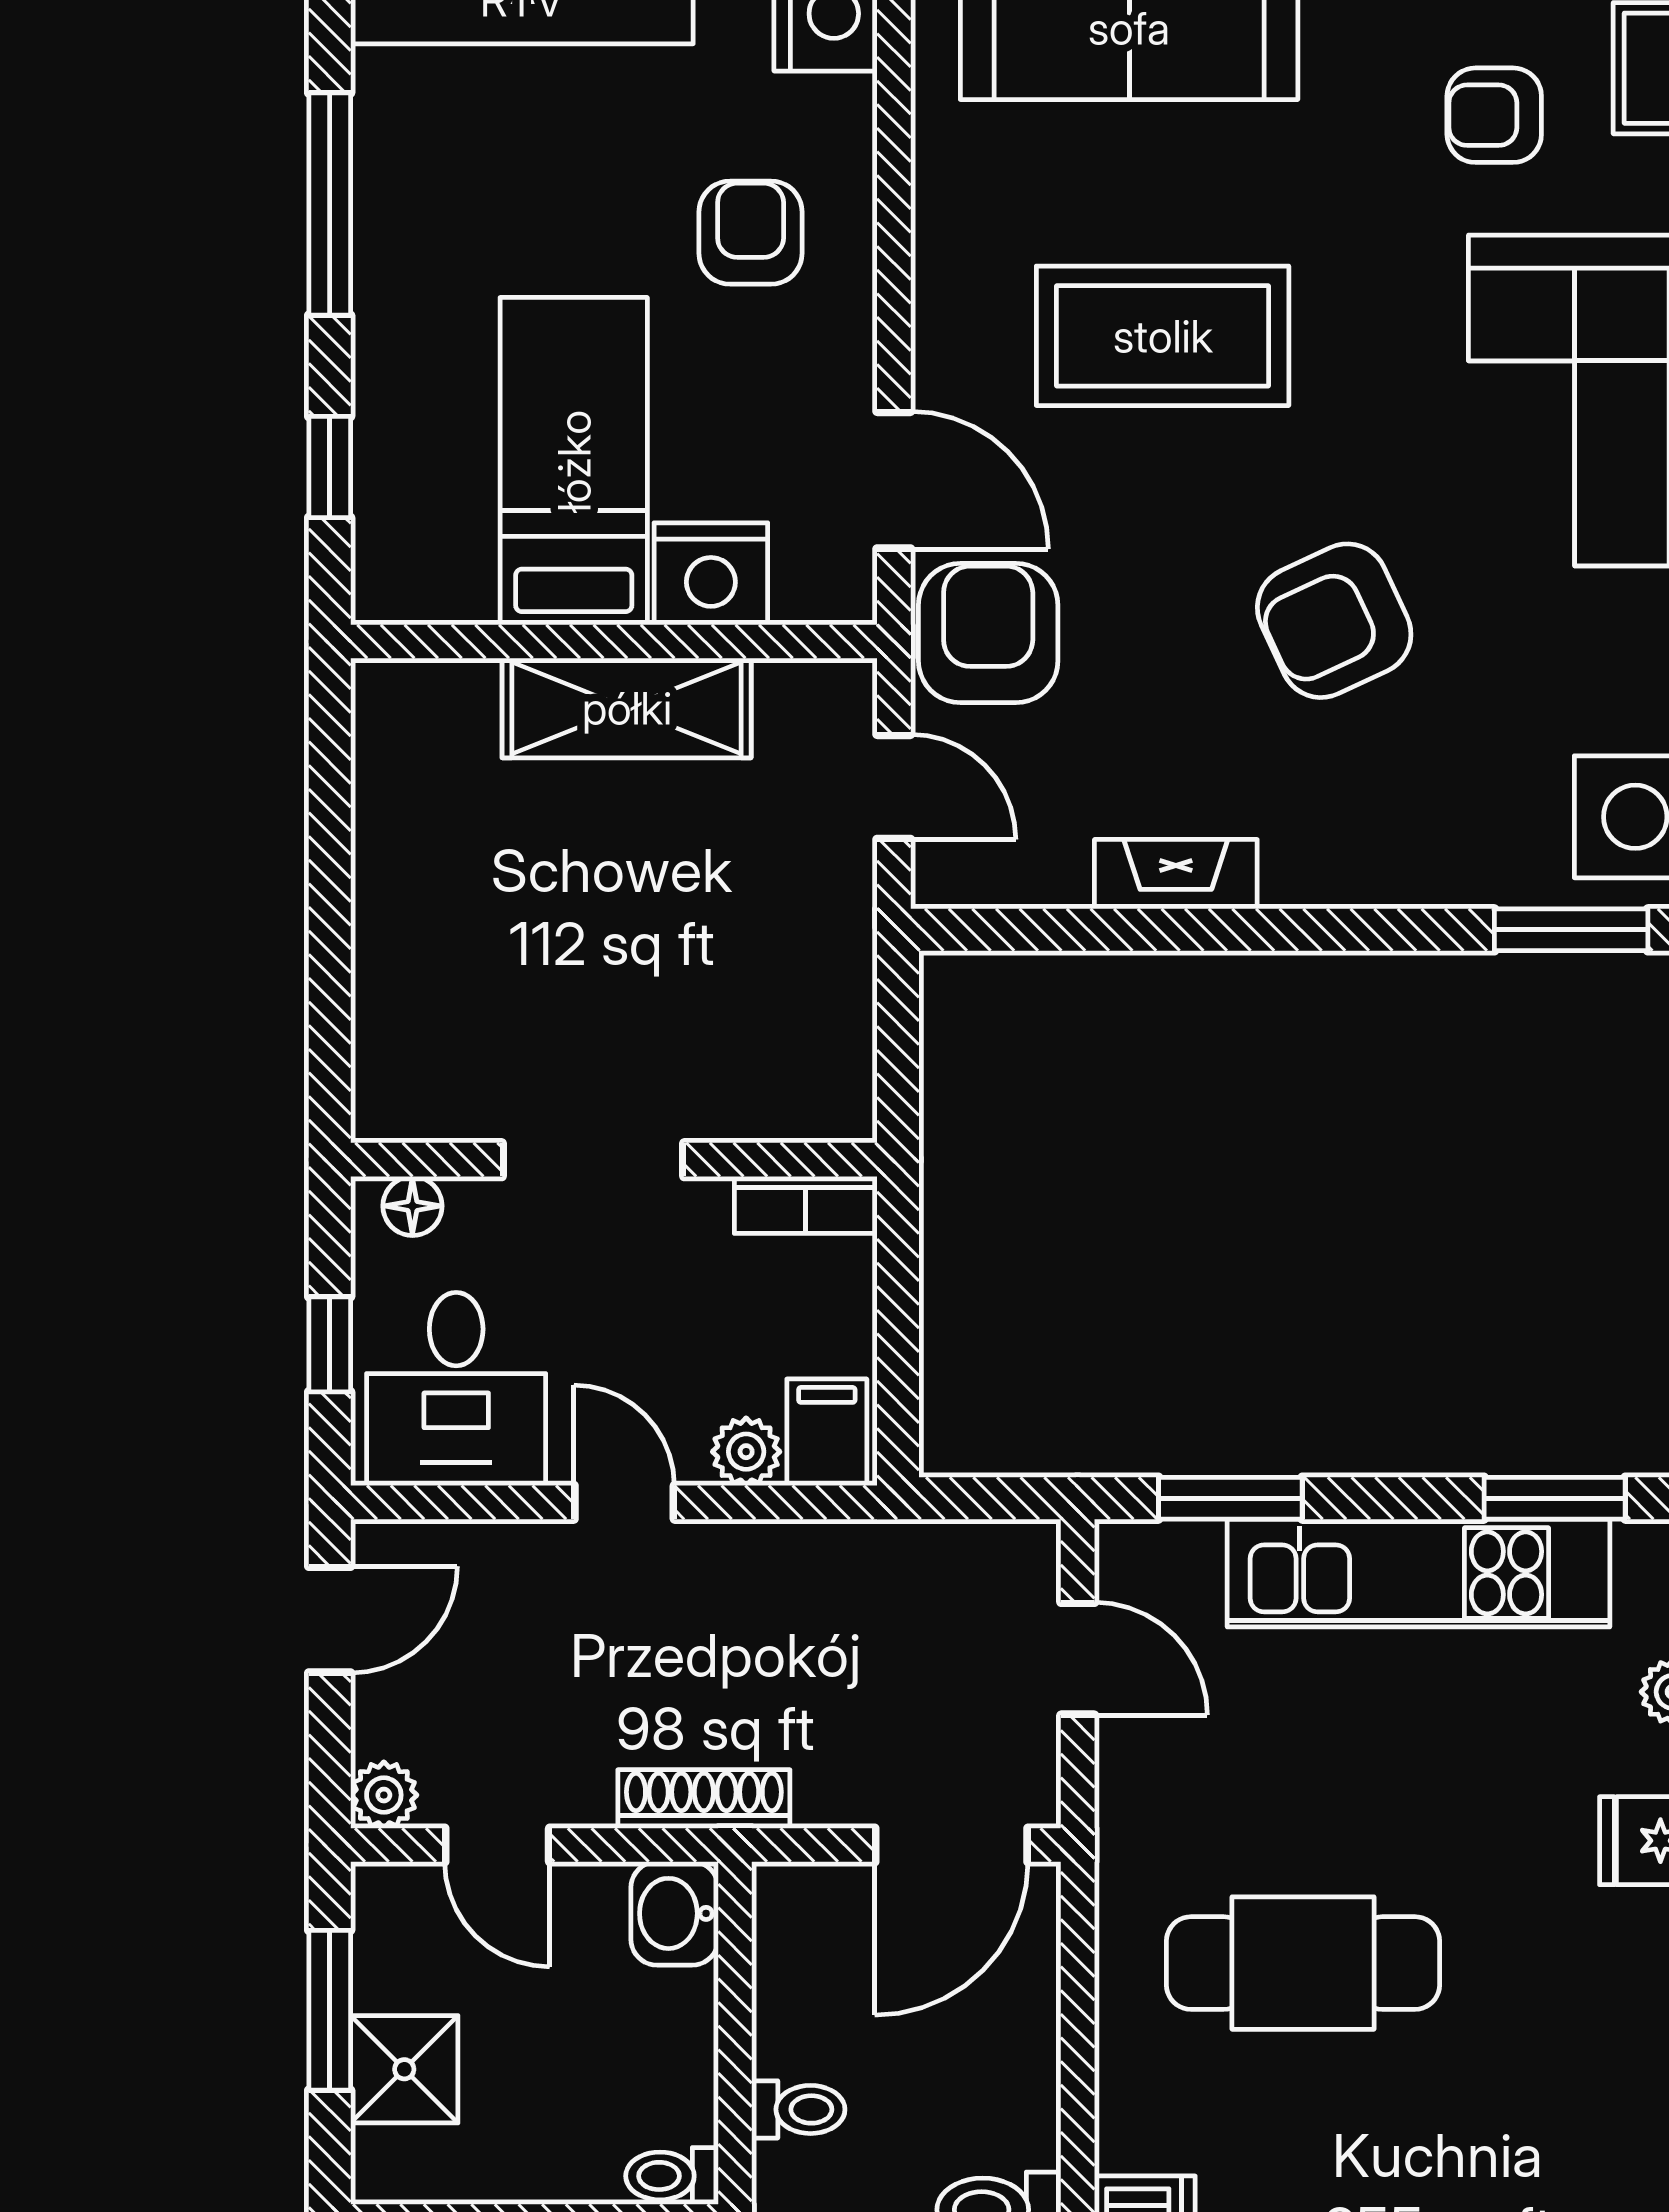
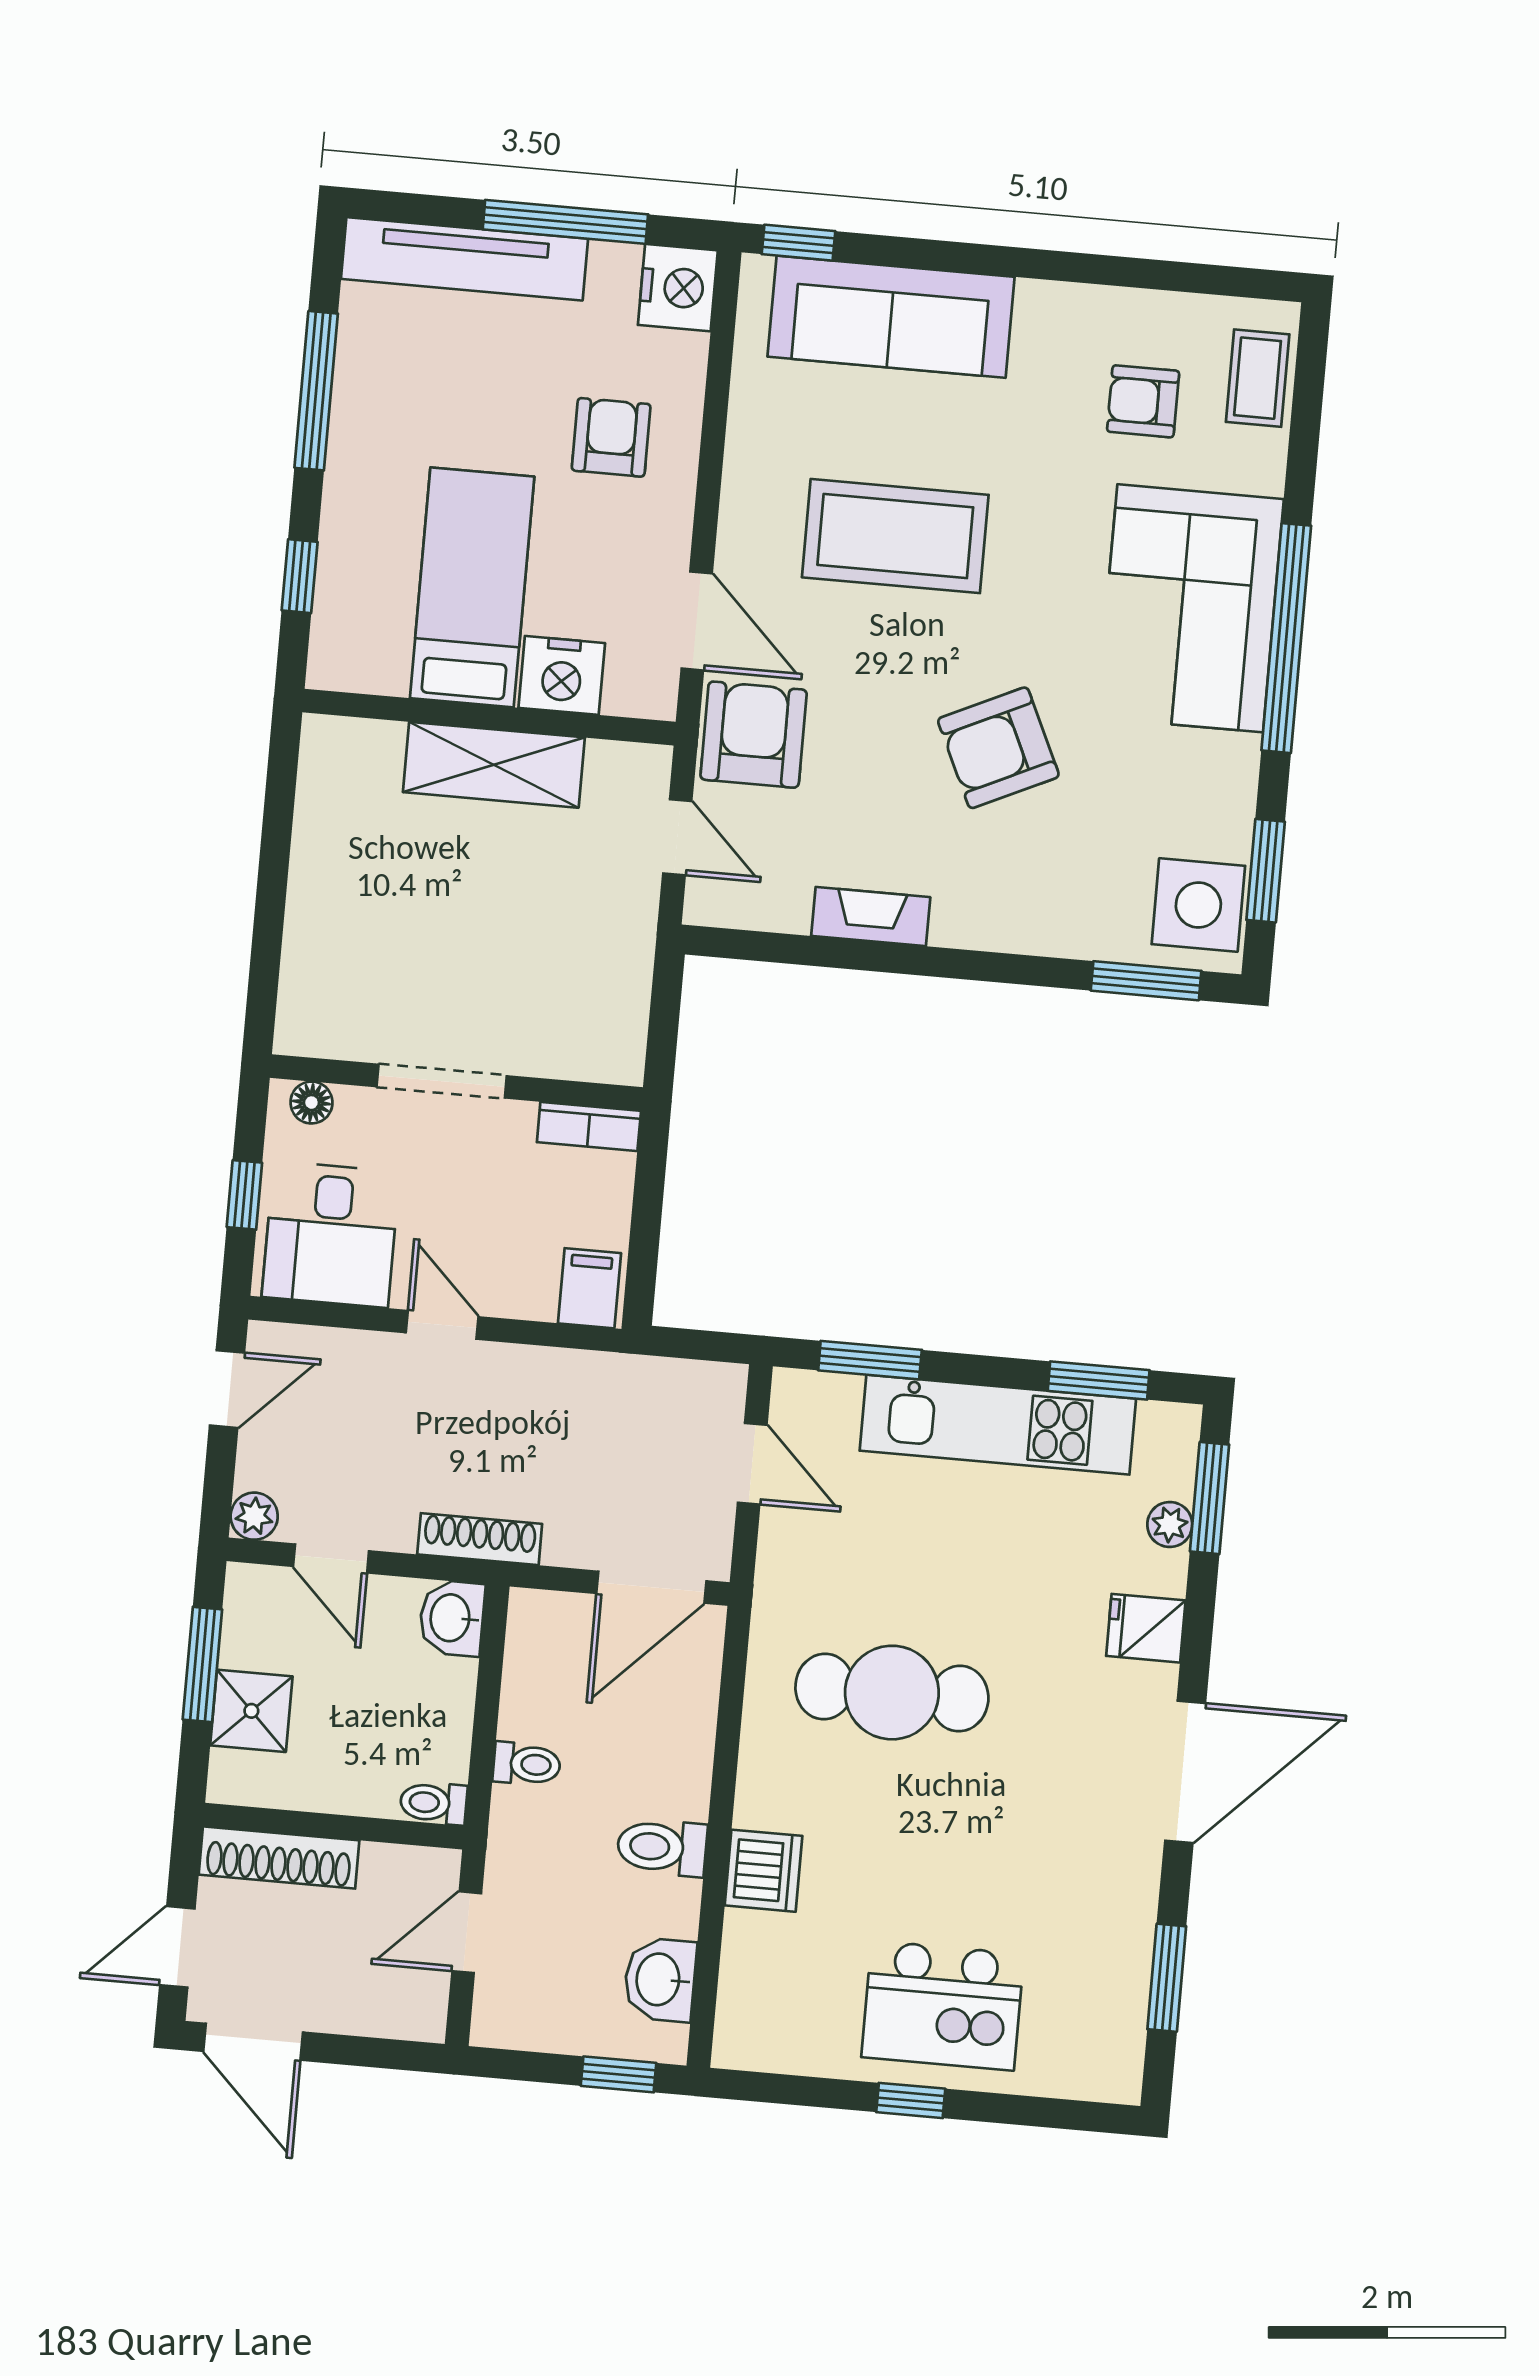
plant: (746, 1452) -> (531, 1297), removed

